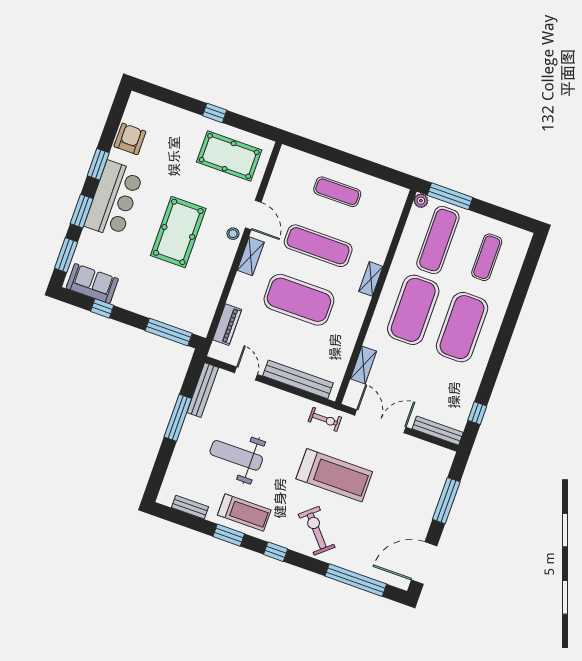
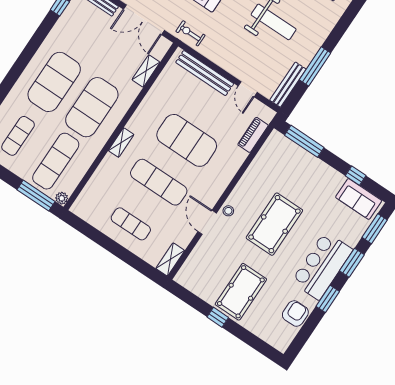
armchair: (130, 139) -> (295, 314), turned 180
pool table: (229, 156) -> (241, 292), moved, turned 90
shelving: (251, 256) -> (170, 259), moved

